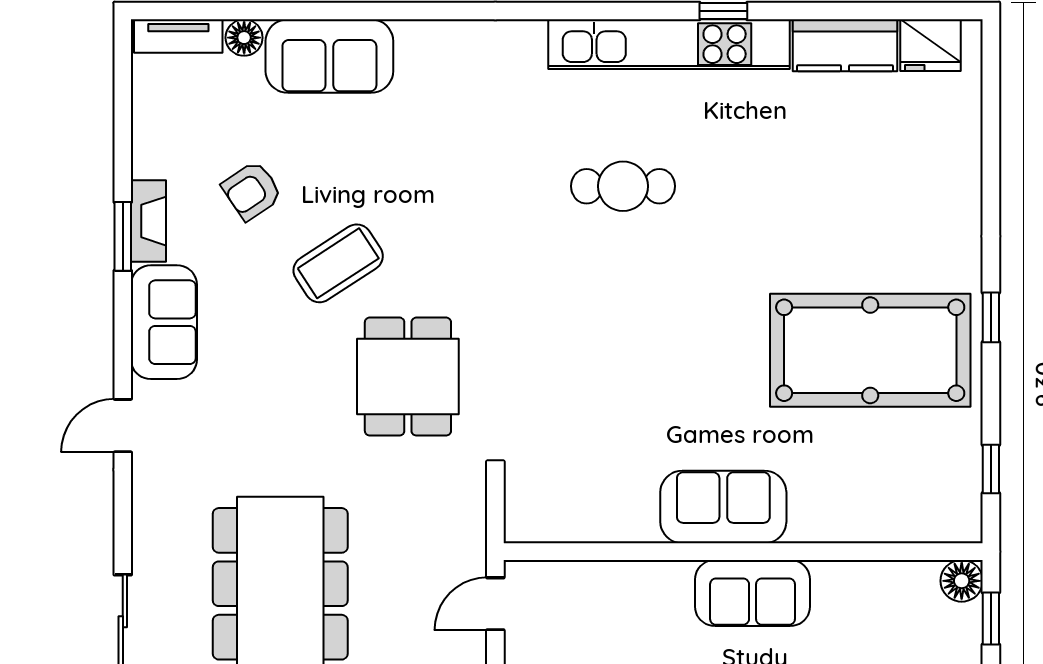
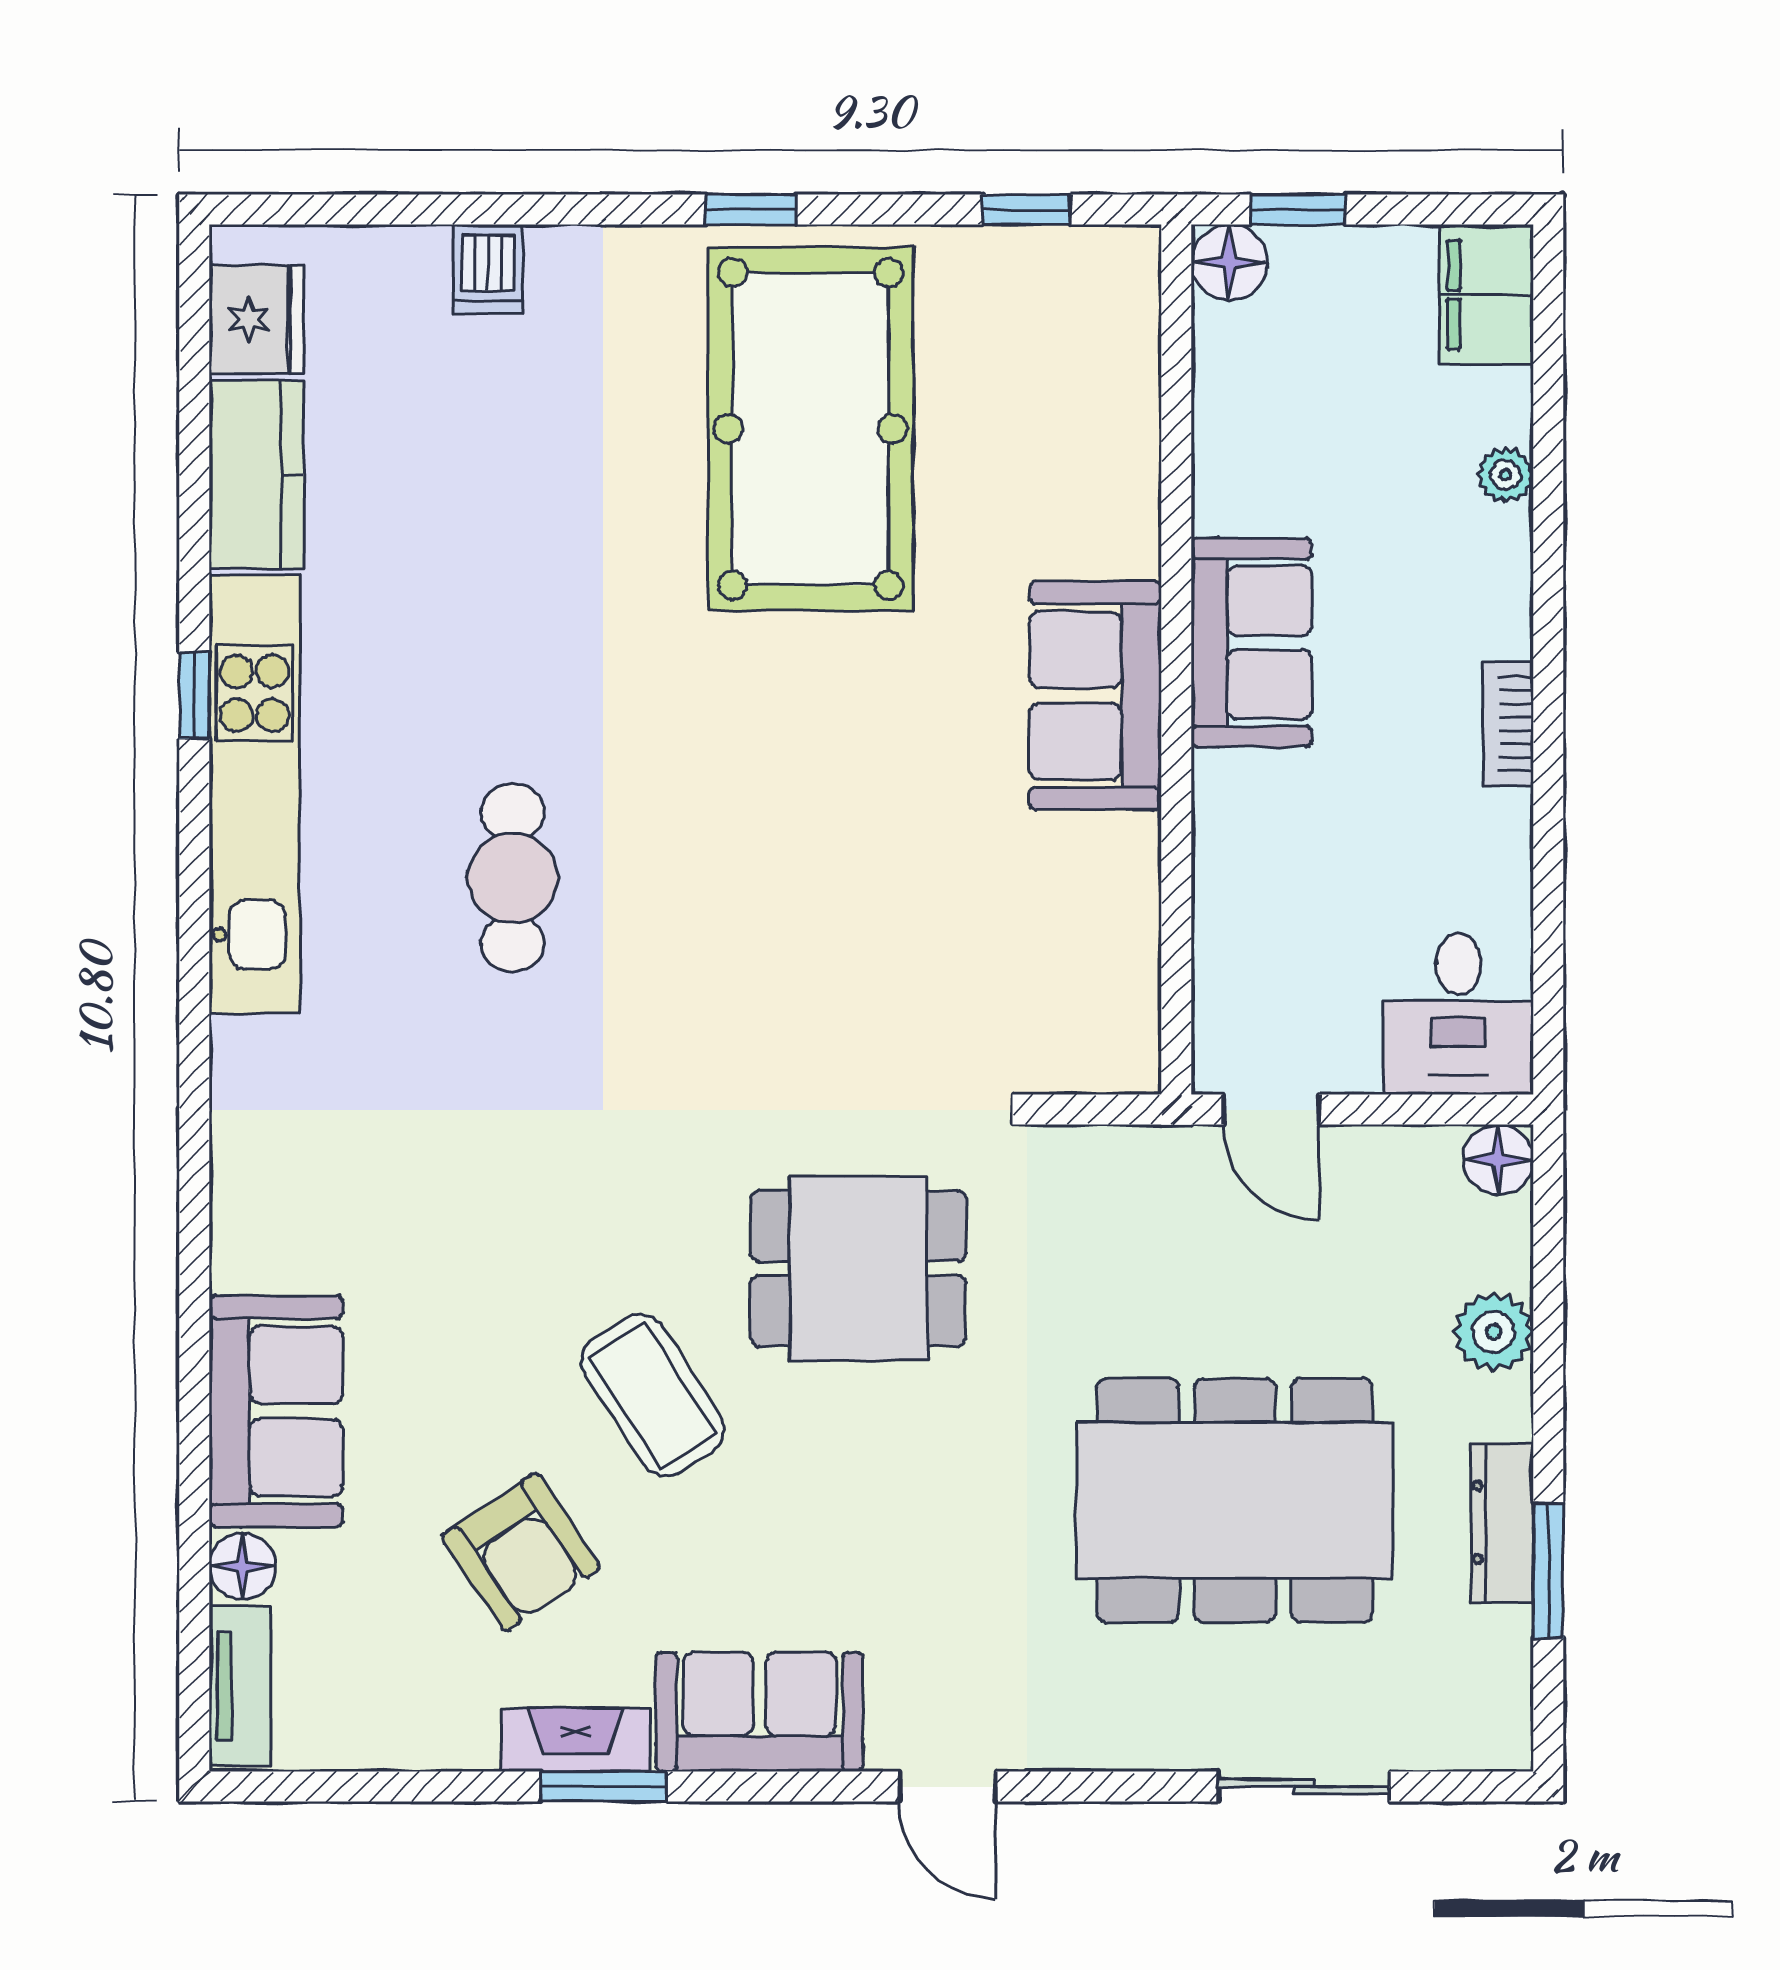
dishwasher: (958, 173) -> (488, 269), added
armchair: (252, 191) -> (521, 1552), width x1.38, depth x1.38

